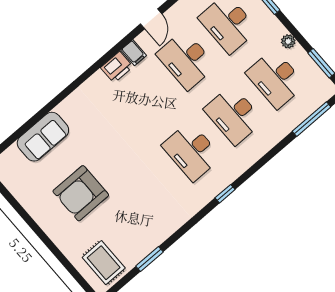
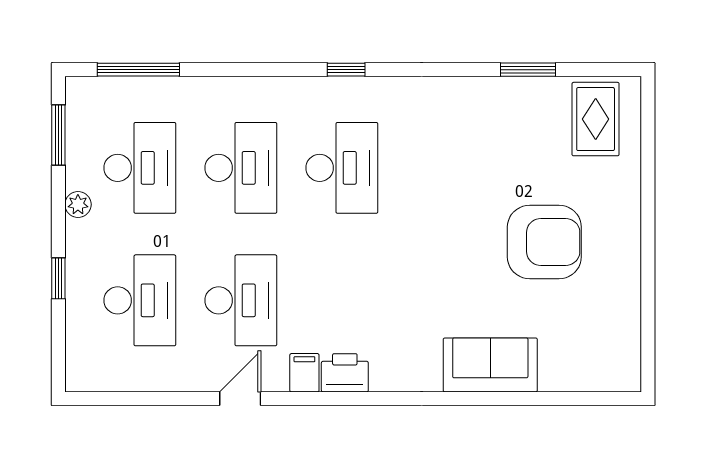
sofa: (43, 137) -> (490, 365), moved

